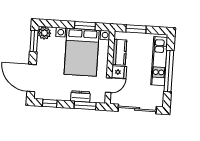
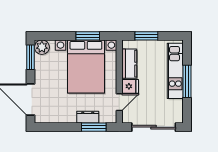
window: (169, 71) -> (187, 81), width x0.68
window: (50, 103) -> (53, 127), removed

